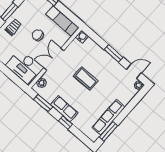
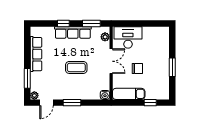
trolley: (13, 27) -> (160, 59), removed
row of seats: (64, 109) -> (73, 32), width x1.48
window: (109, 131) -> (27, 78), moved

